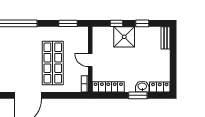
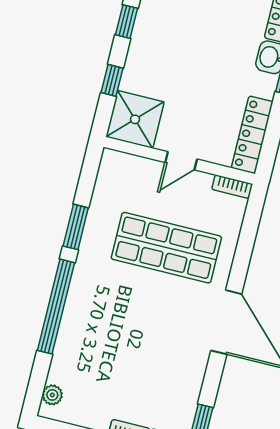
window: (68, 23) -> (76, 227), moved
shower: (124, 37) -> (135, 119), moved

